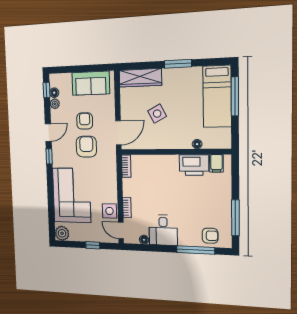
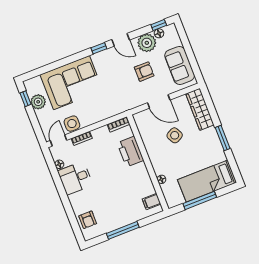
window: (235, 96) -> (200, 200), moved
plant: (55, 104) -> (147, 43), width x1.87, depth x1.87
door: (118, 133) -> (159, 101), moved
armchair: (86, 147) -> (122, 81), removed
printer: (194, 165) -> (130, 152), moved
window: (235, 218) -> (123, 230), moved
plant: (62, 233) -> (38, 102), moved
window: (93, 245) -> (26, 99), moved
window: (196, 250) -> (70, 212), removed

